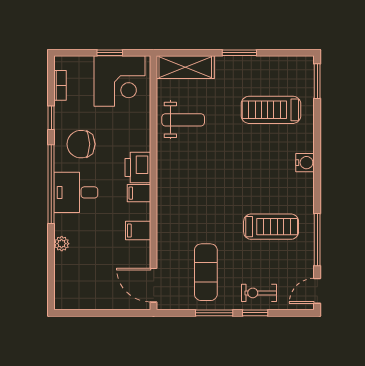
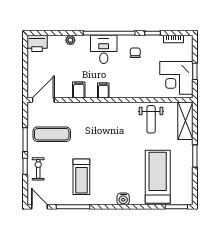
treadmill: (271, 110) -> (158, 177), width x1.37, depth x1.38
chair: (81, 144) -> (135, 53), width x0.54, depth x0.54
printer: (138, 168) -> (37, 43), moved, turned 180

